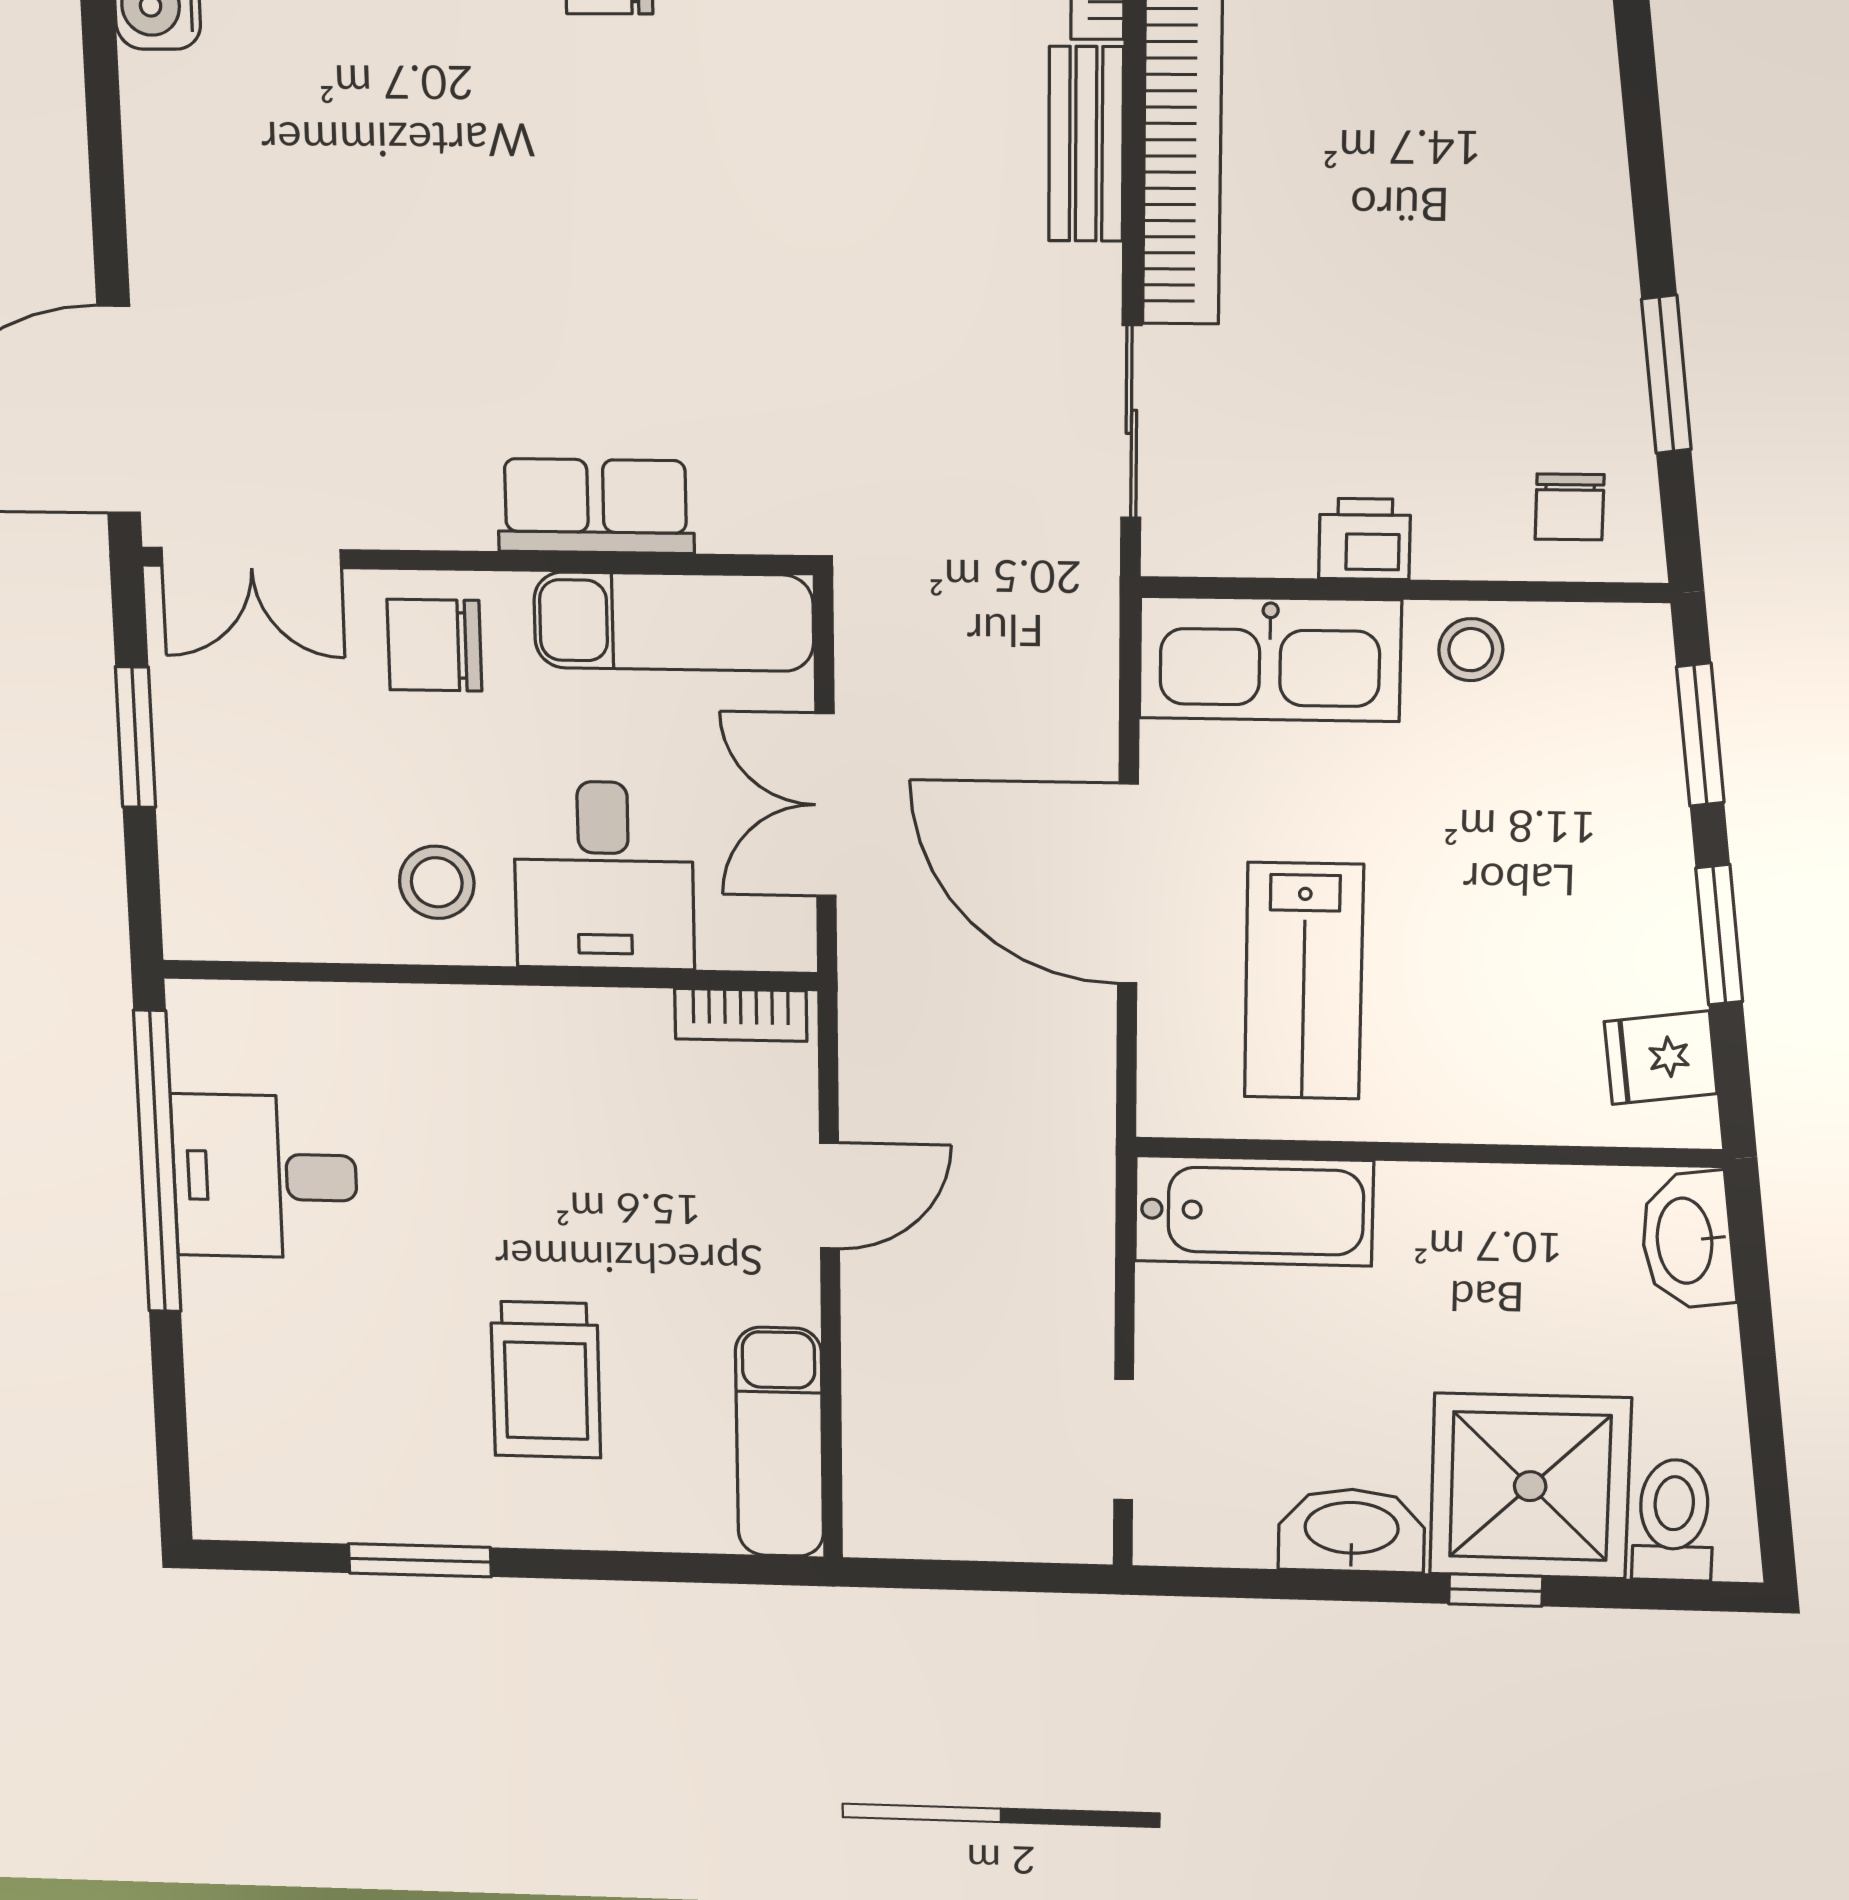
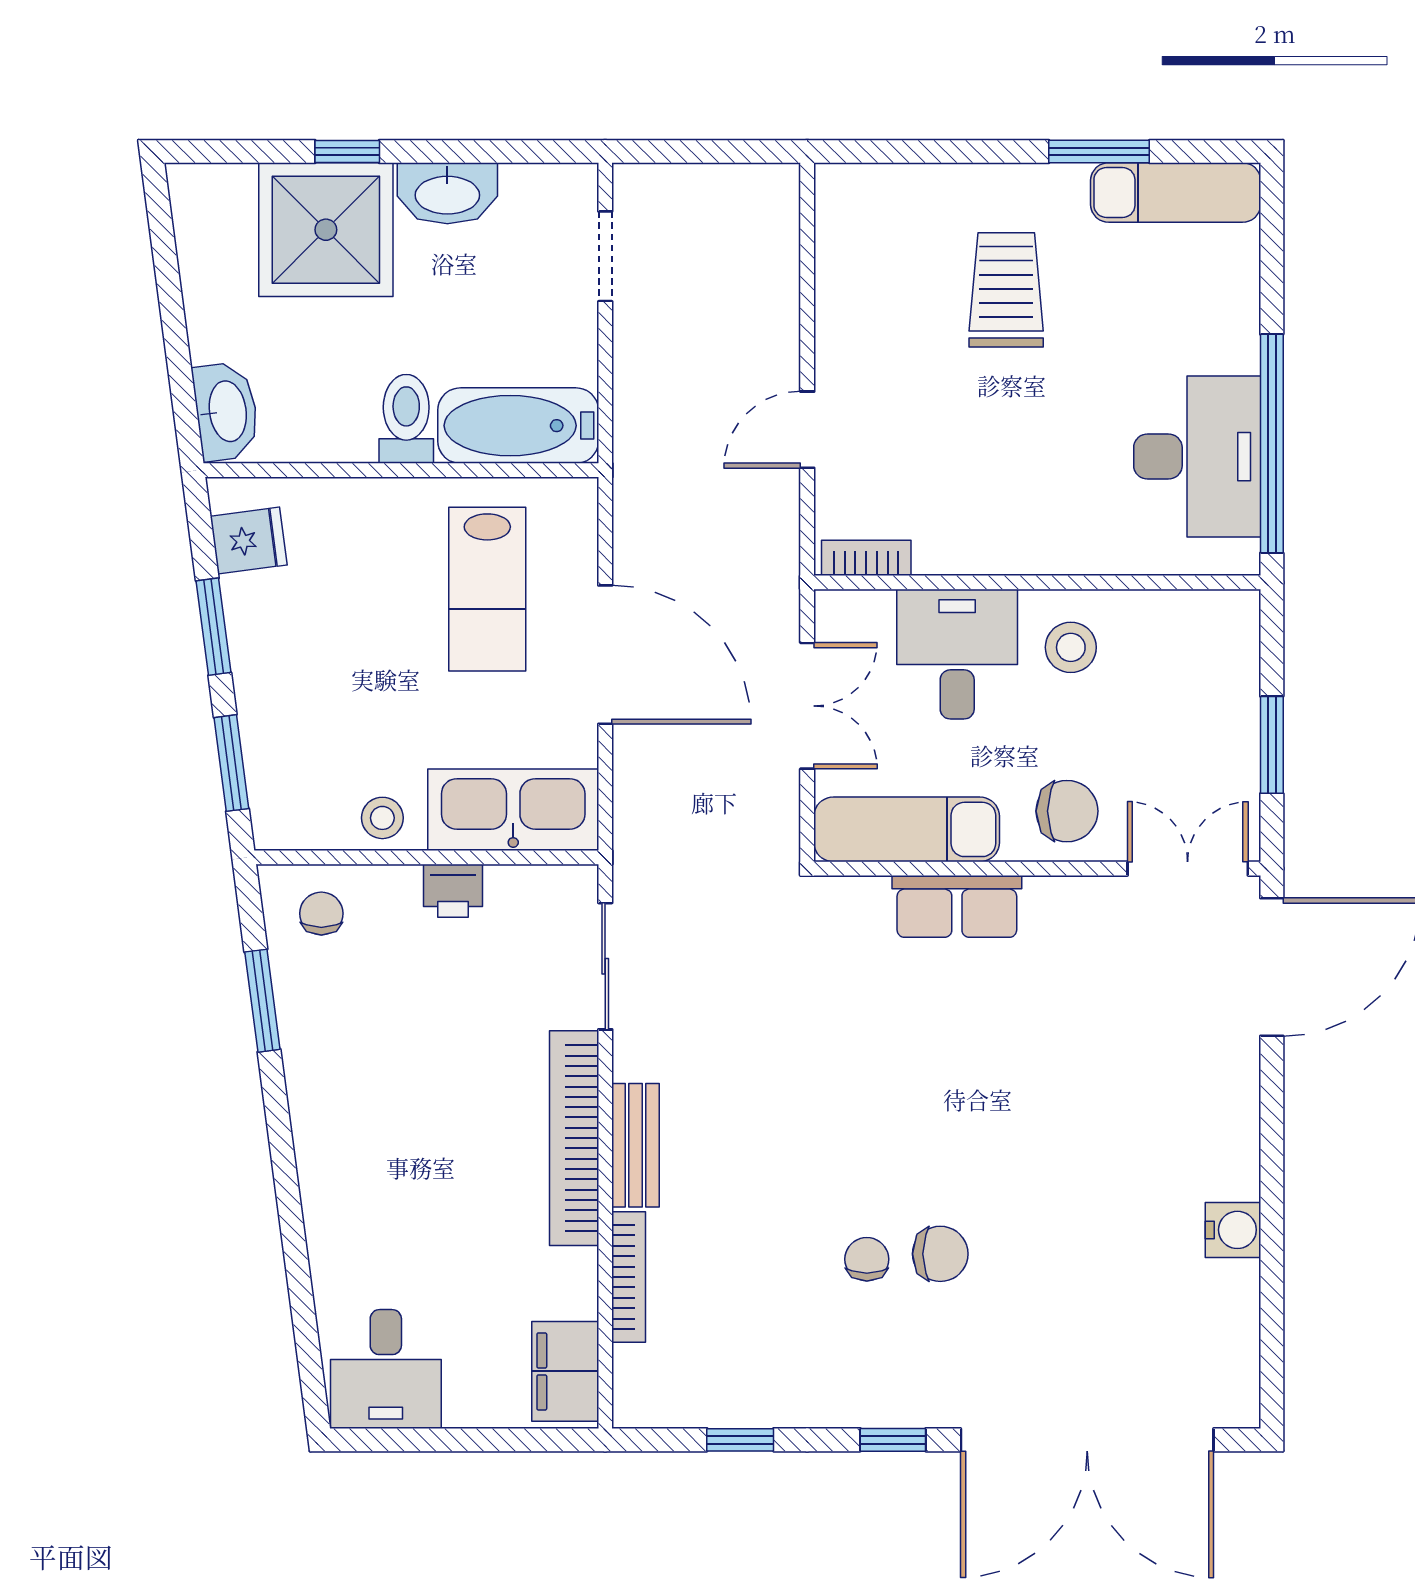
lab bench: (1304, 981) -> (487, 589), turned 180
desk: (265, 1177) -> (1197, 457), width x1.37
exam couch: (780, 1442) -> (1176, 192), moved, turned 90
toilet: (1674, 1520) -> (406, 419), moved, turned 180

